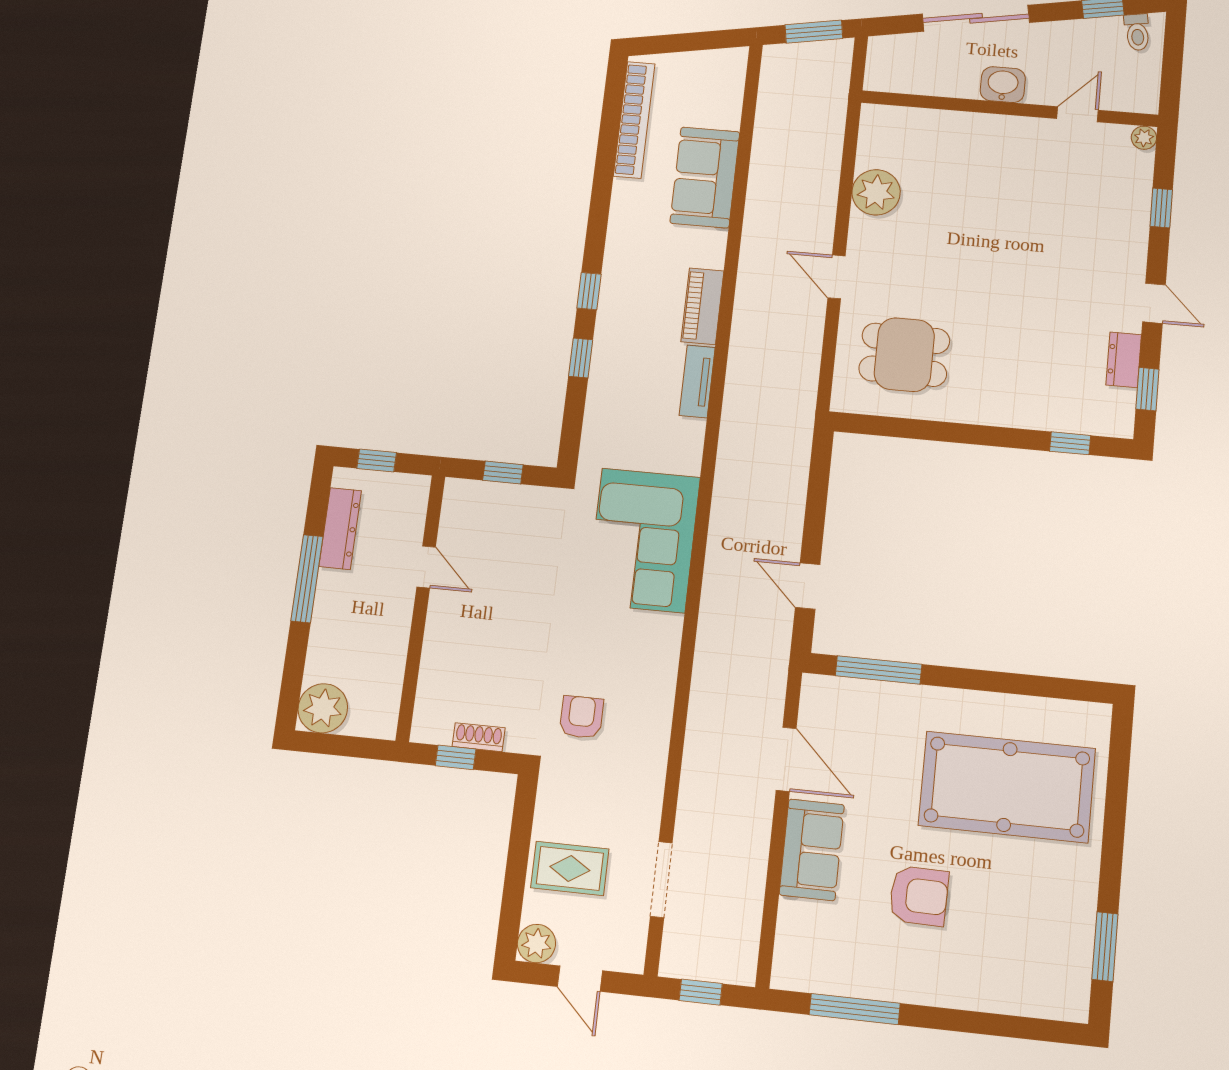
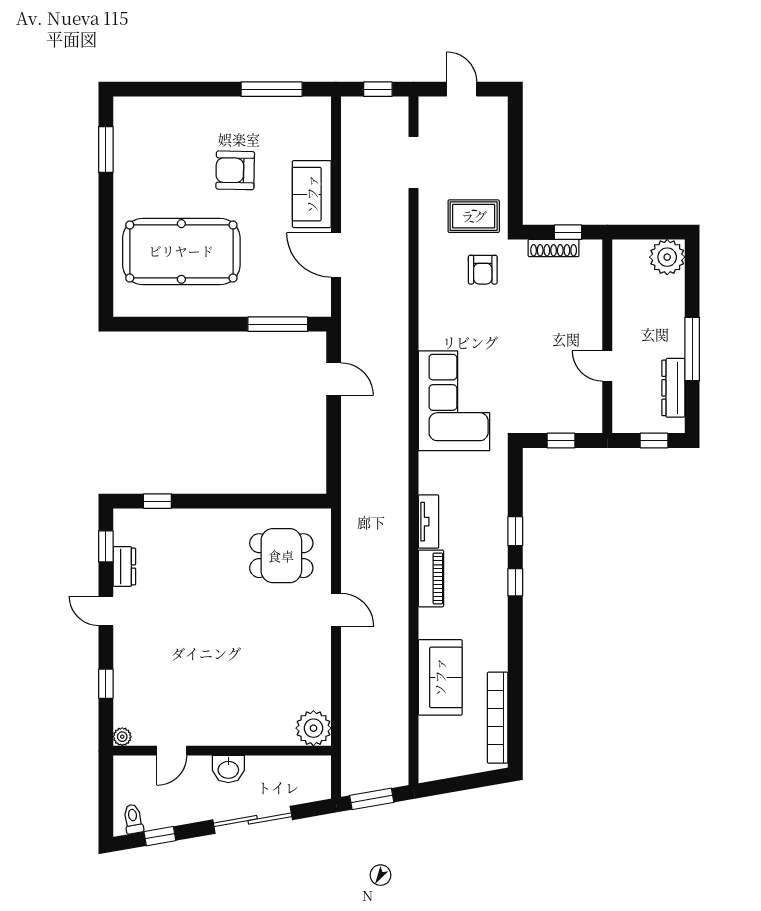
plant: (876, 192) -> (313, 728), moved
shoe rack: (479, 737) -> (554, 248), width x1.43
rug: (570, 868) -> (474, 216), moved
plant: (536, 944) -> (495, 110), removed

